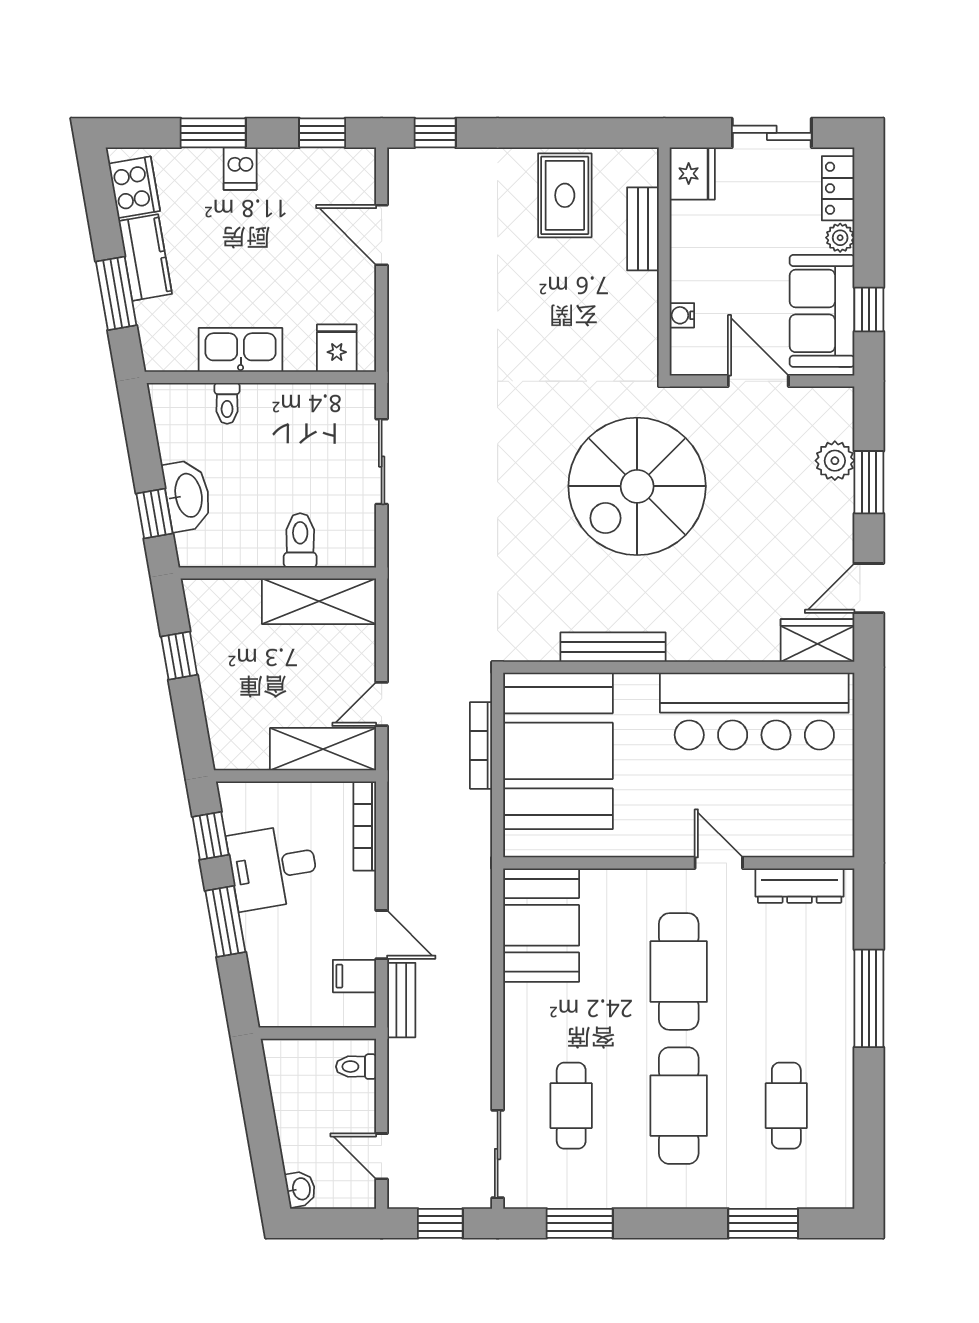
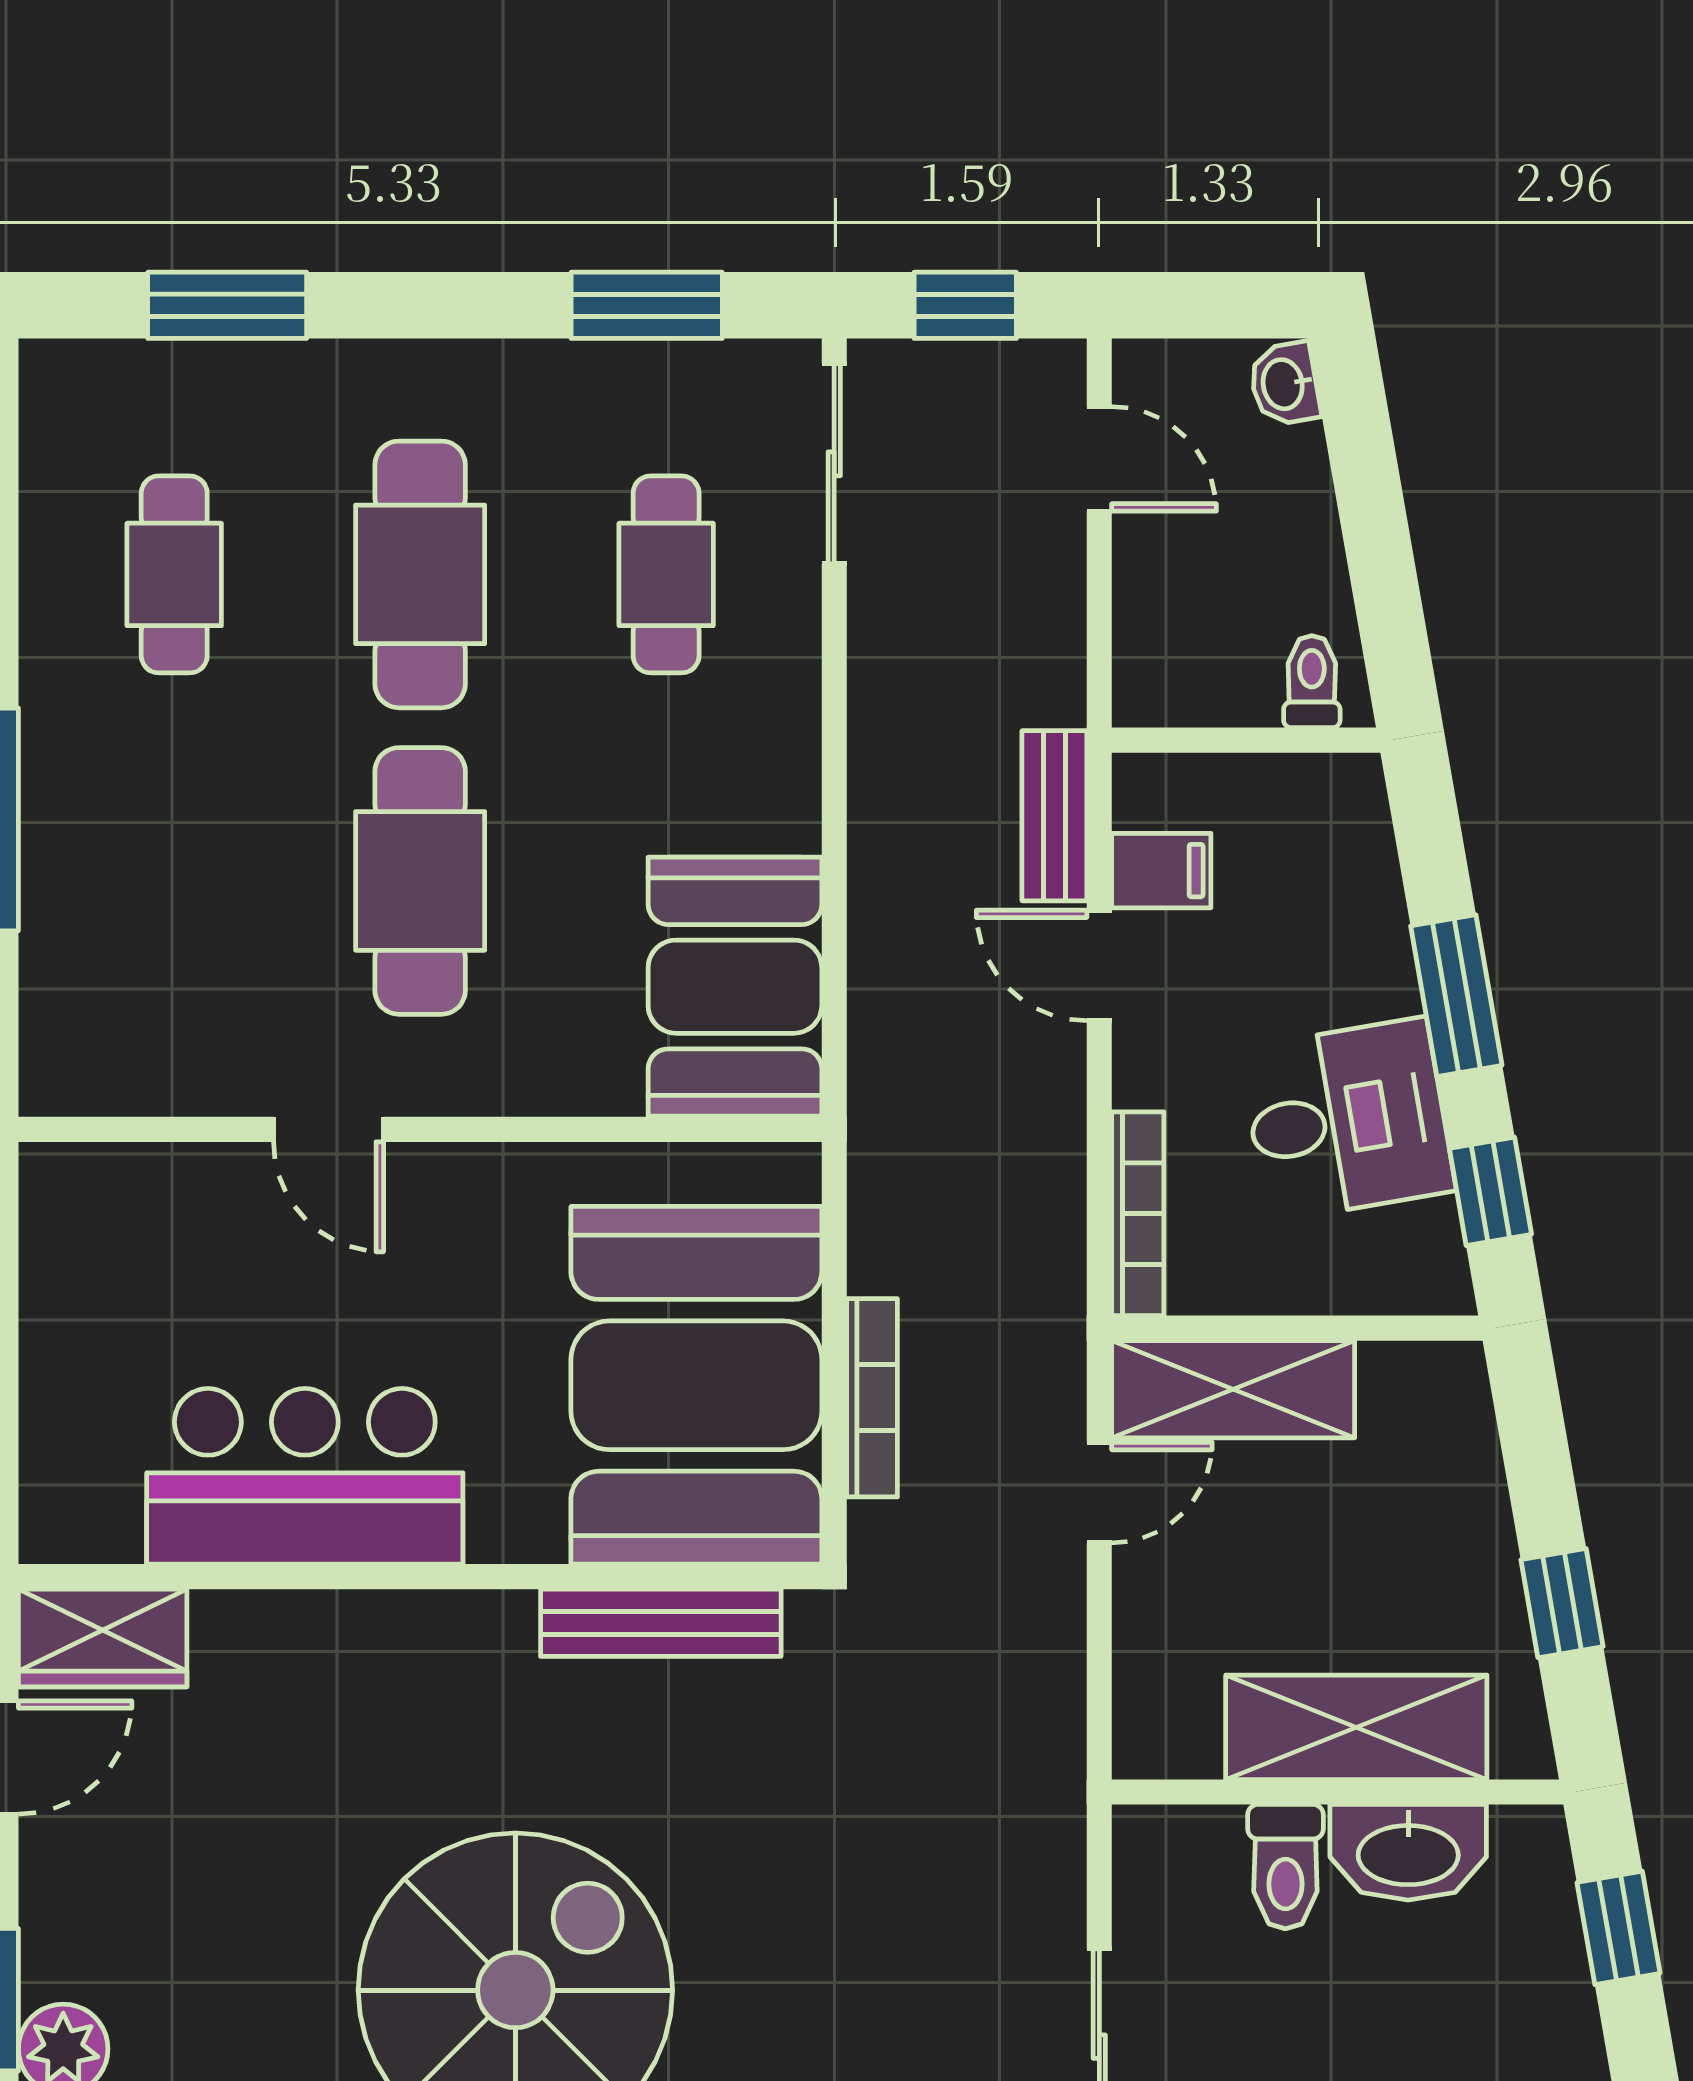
washbasin: (187, 496) -> (1408, 1852), moved, turned -80
shelving: (319, 601) -> (1356, 1727), moved
bench: (613, 647) -> (661, 1623), moved
bar counter: (754, 711) -> (305, 1476), width x0.73
dresser: (800, 886) -> (144, 1077), removed
toilet: (356, 1067) -> (1312, 682), moved, turned -90

